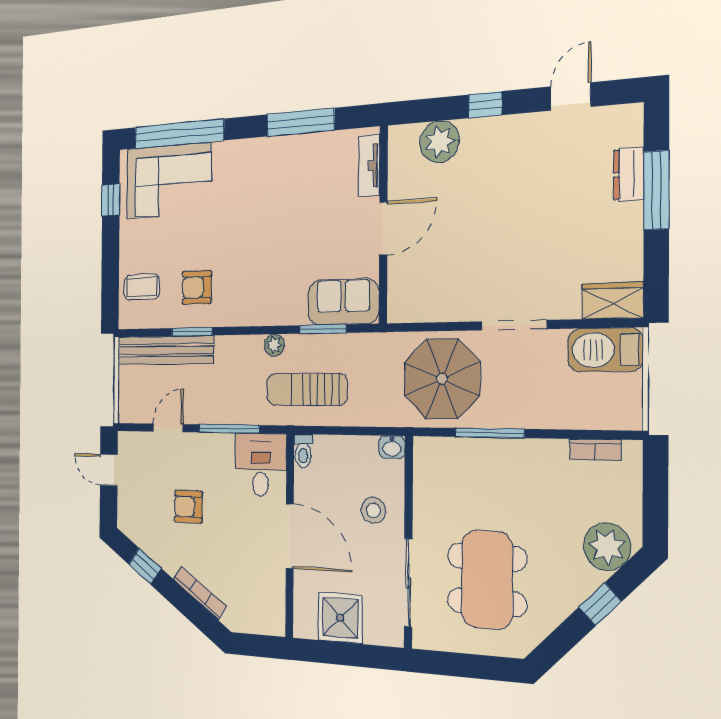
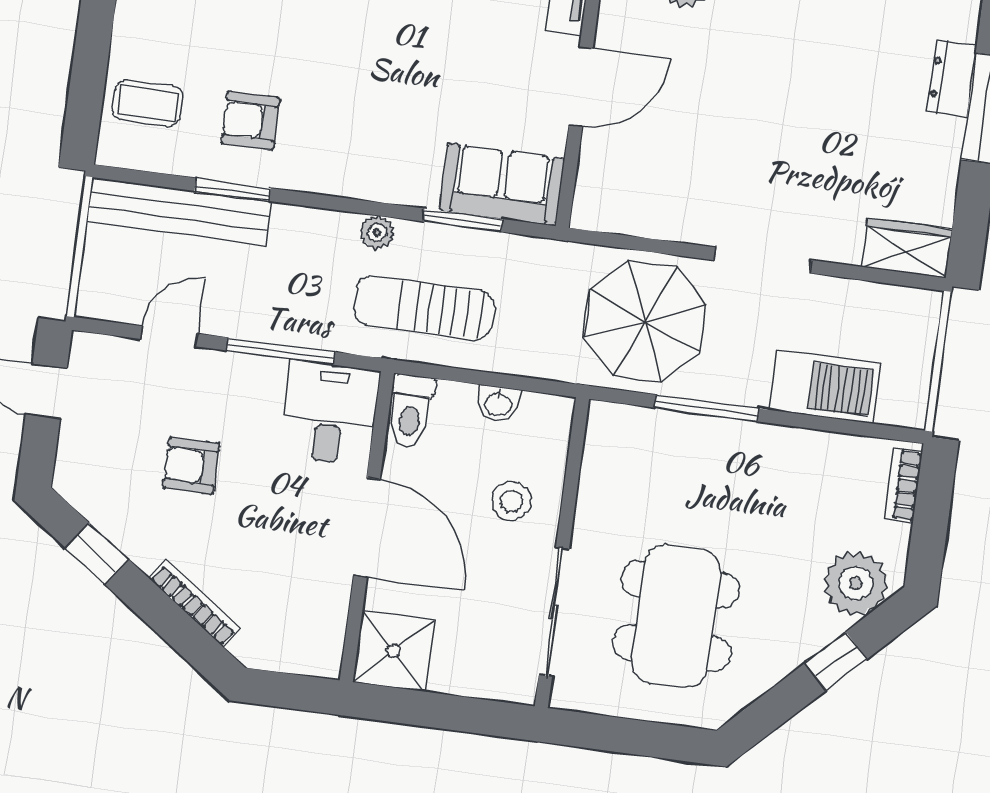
barbecue: (605, 350) -> (825, 387), moved, turned 180
washbasin: (392, 447) -> (498, 404), moved
bookcase: (595, 450) -> (904, 485), moved, turned 90
toilet: (303, 451) -> (411, 411), width x1.37, depth x1.39
shower: (340, 618) -> (394, 651), moved

